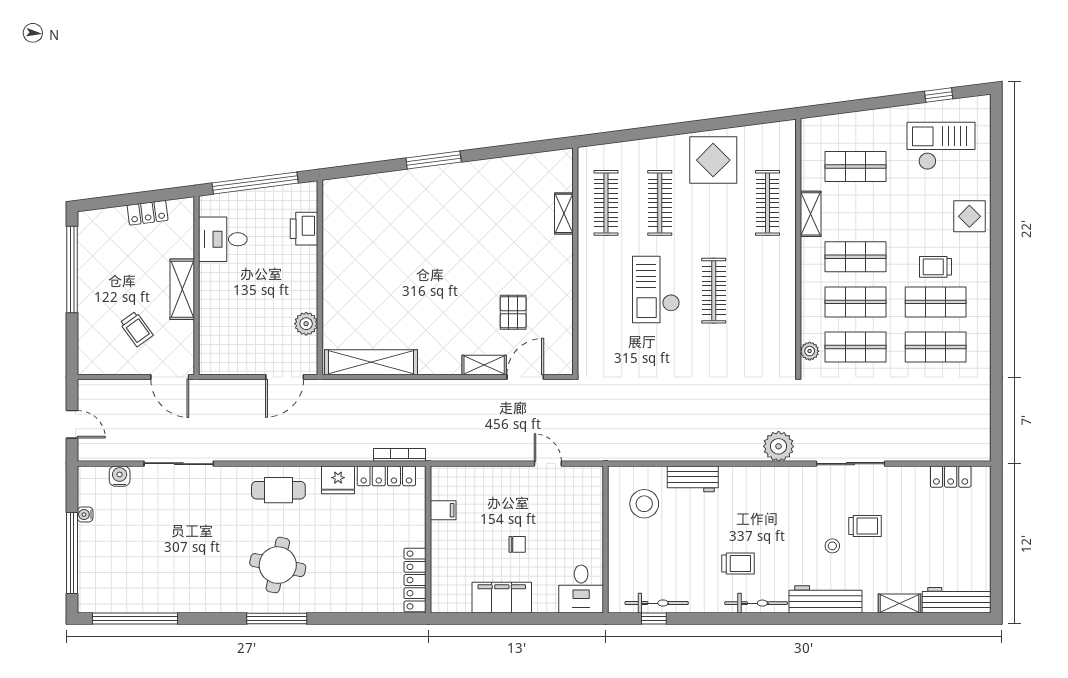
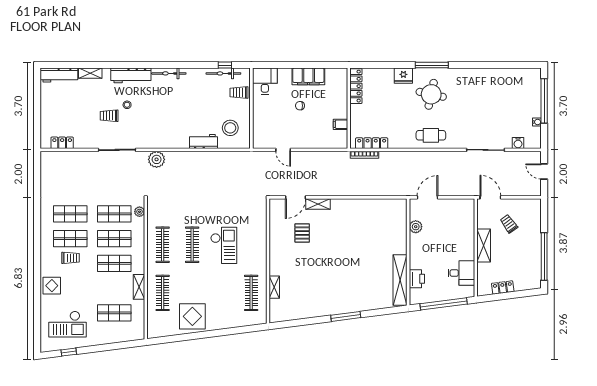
clothes rail: (660, 203) -> (163, 245), moved
shelving: (371, 362) -> (400, 280), moved, turned 90
fridge: (338, 480) -> (403, 76), moved, turned 180
trolley: (738, 563) -> (239, 93), moved
window: (135, 618) -> (509, 65), removed

